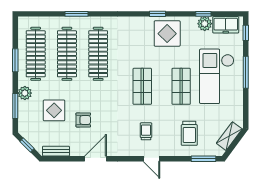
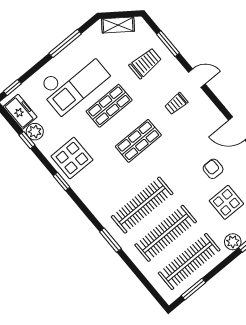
window: (77, 14) -> (110, 240), moved
window: (15, 60) -> (193, 289), moved
window: (246, 72) -> (65, 43), moved
door: (152, 159) -> (197, 78), hinge flipped
window: (203, 159) -> (168, 44), moved

